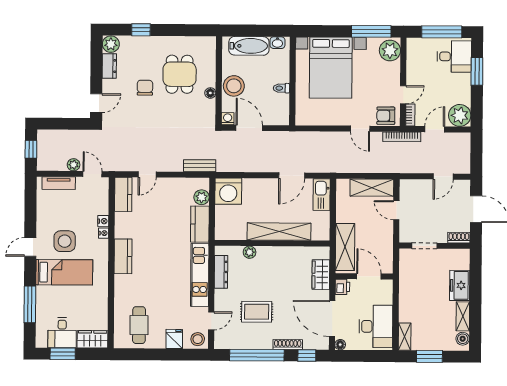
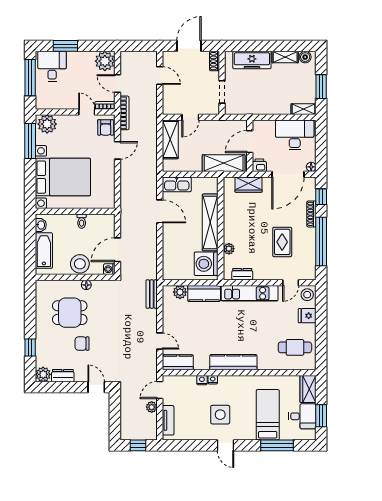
washing machine: (228, 191) -> (206, 264), moved, turned 180
kitchen counter: (123, 256) -> (233, 362), width x1.50
bed: (64, 272) -> (268, 415), moved
dresser: (221, 272) -> (242, 274), width x0.70
freezer: (460, 285) -> (252, 60), width x1.40
door: (211, 321) -> (291, 283), swing flipped

